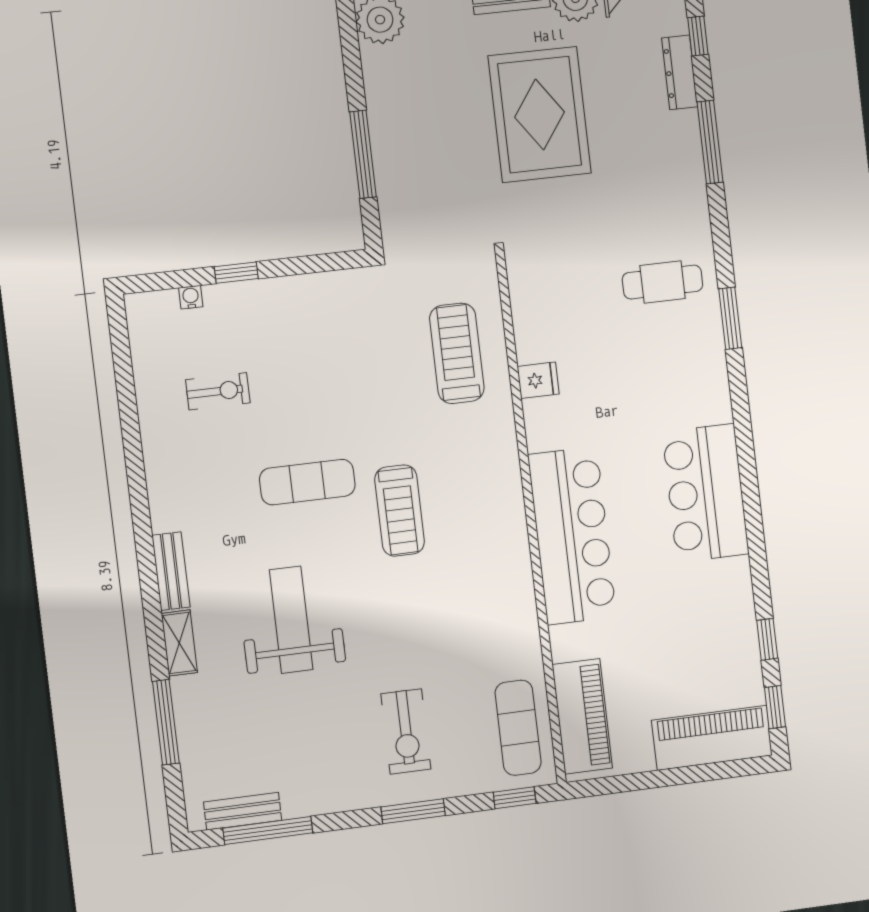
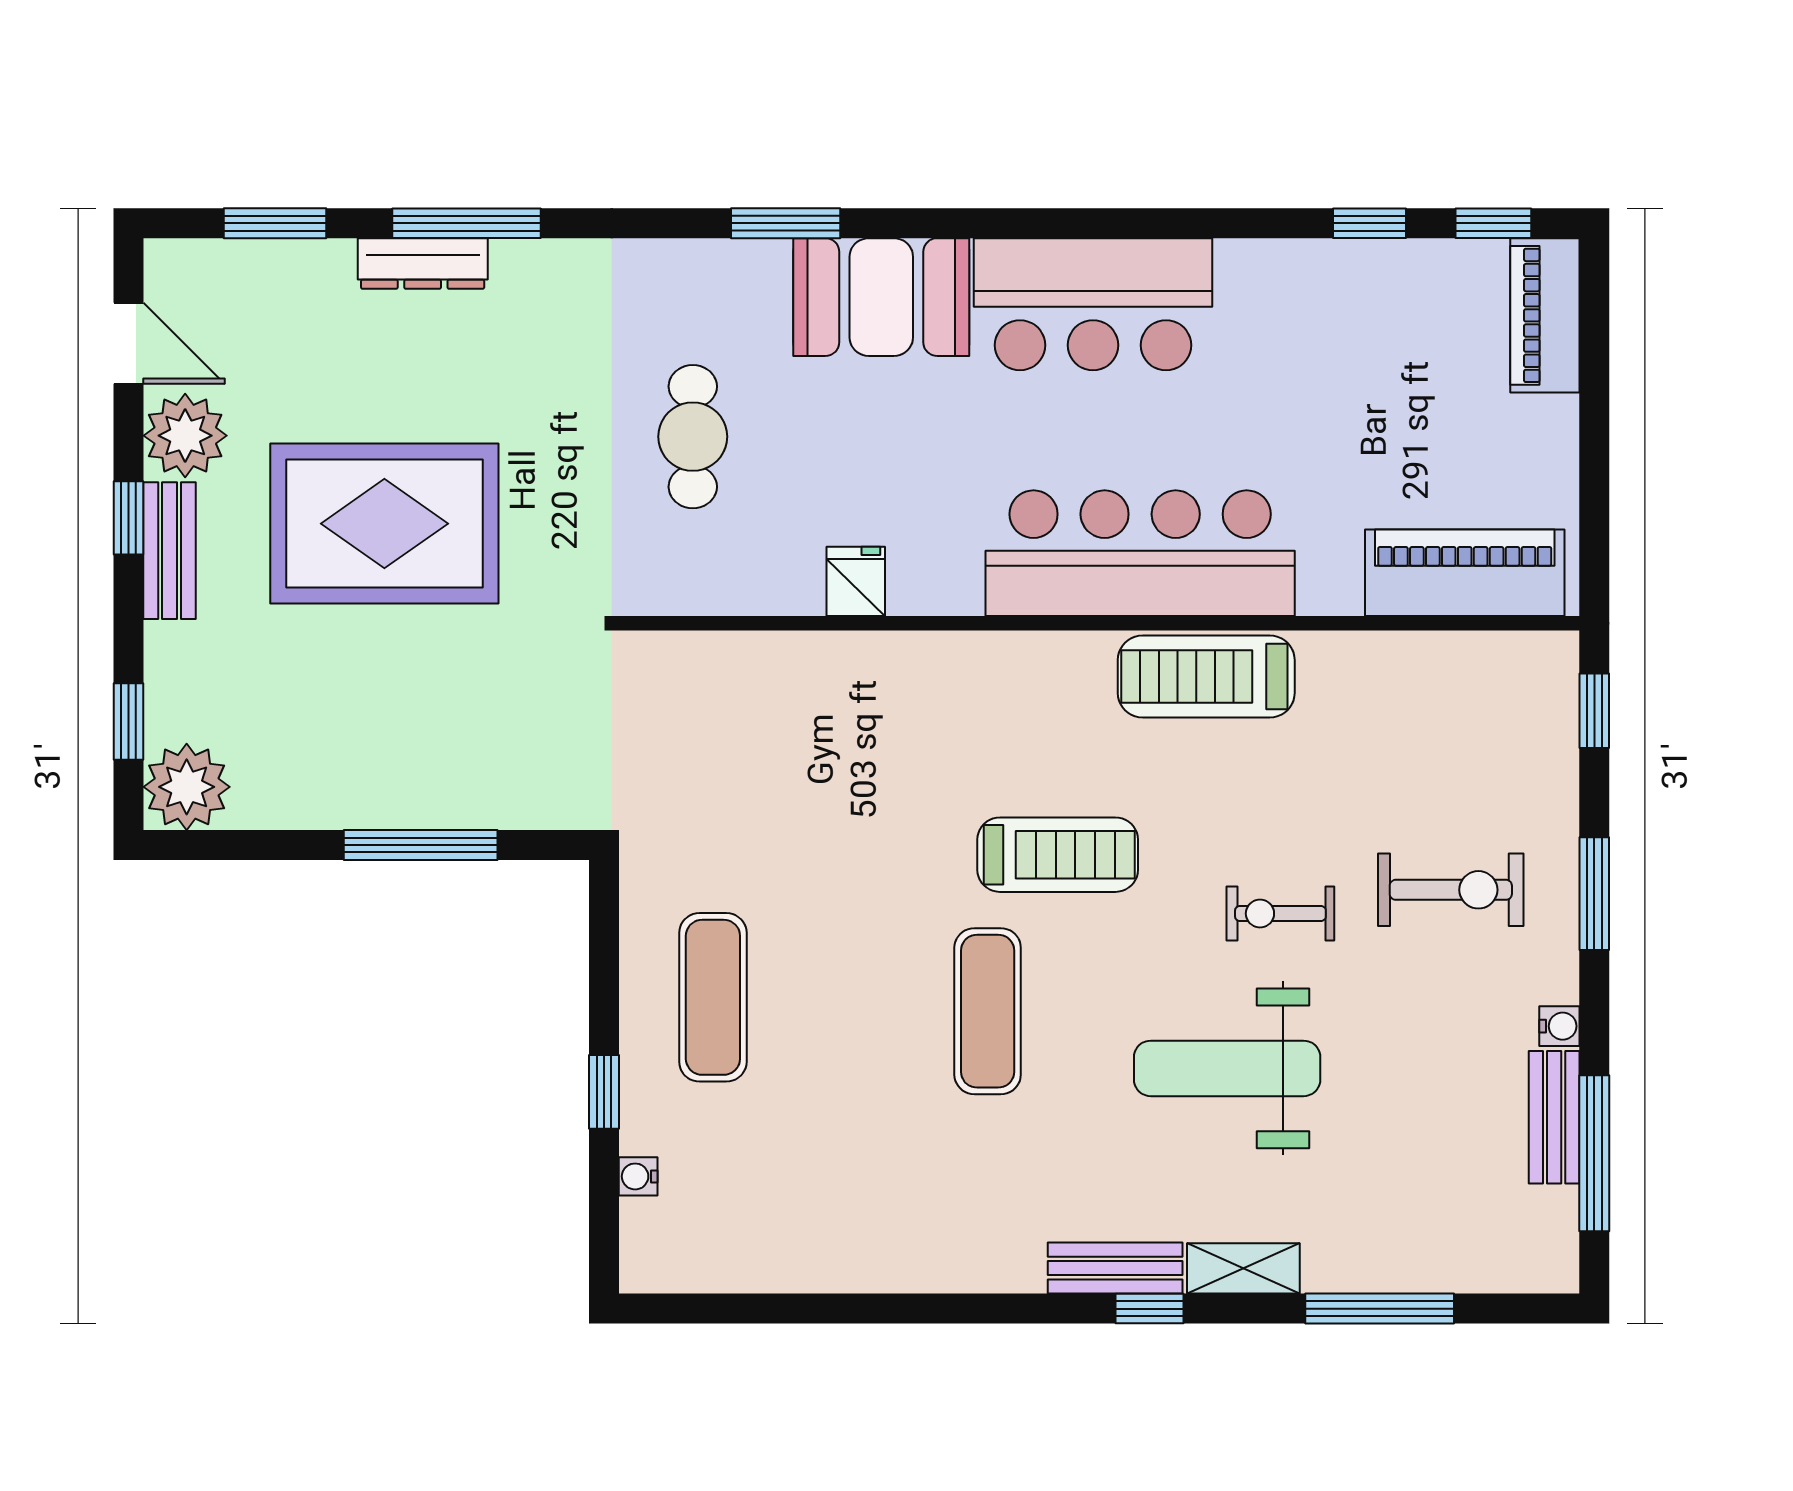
window: (698, 36) -> (275, 223), width x1.50
dresser: (680, 72) -> (423, 263), moved
cafe table: (663, 282) -> (693, 437), moved
treadmill: (457, 353) -> (1206, 677), moved
booth: (696, 376) -> (881, 297), added
exercise bike: (218, 391) -> (1280, 914), moved, turned -90
window: (150, 593) -> (1149, 1309), added
exercise mat: (518, 728) -> (713, 997), moved, turned 90
piano: (712, 738) -> (1545, 315), width x0.73, depth x0.75
water cooler: (337, 802) -> (1559, 1026), added
bench: (243, 811) -> (1554, 1117), moved

